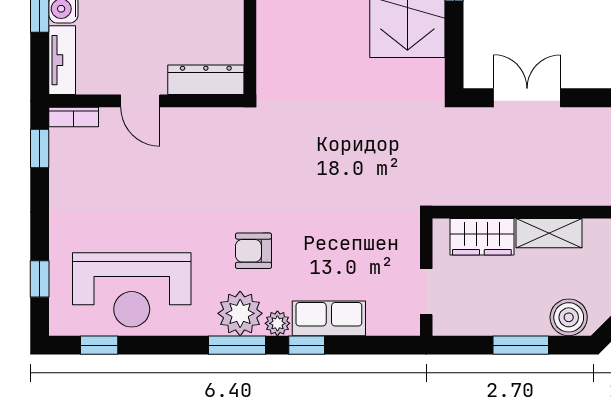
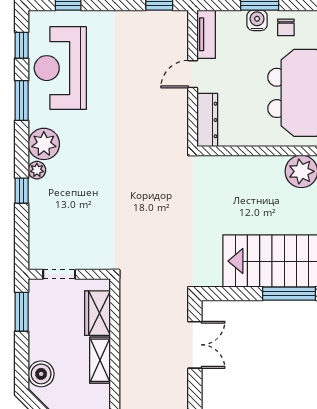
tv unit: (62, 60) -> (206, 34), moved, turned -90
bookcase: (74, 117) -> (181, 27), removed
armchair: (253, 251) -> (88, 153), removed
row of seats: (329, 318) -> (40, 206), removed
window: (237, 345) -> (22, 101), moved
window: (521, 345) -> (22, 312), moved

